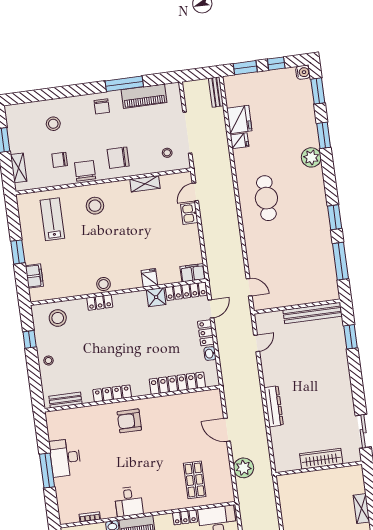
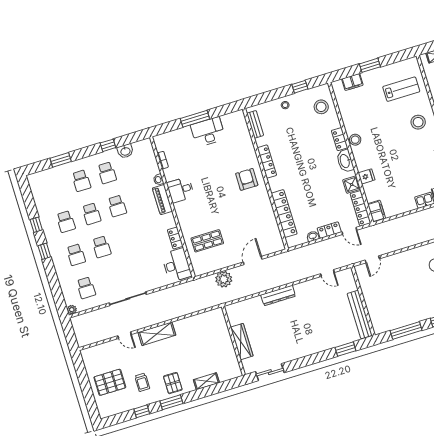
washbasin: (127, 300) -> (345, 161), added

